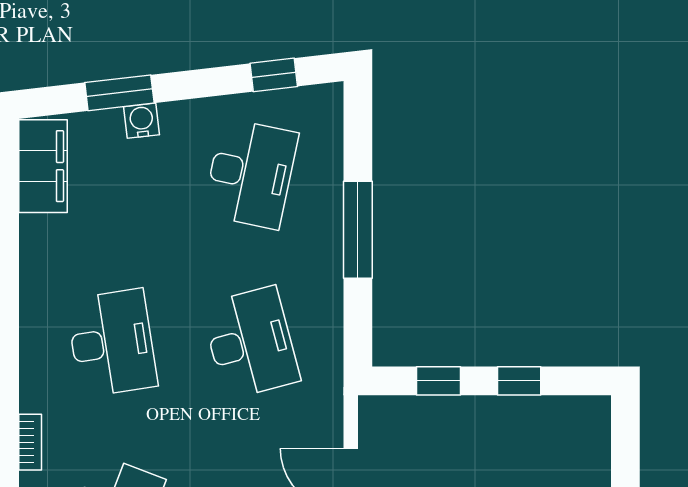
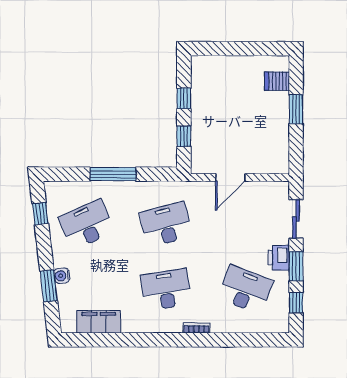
filing cabinet: (43, 166) -> (99, 322), moved
desk: (251, 174) -> (87, 224), turned -36
bookcase: (30, 442) -> (196, 328), moved

